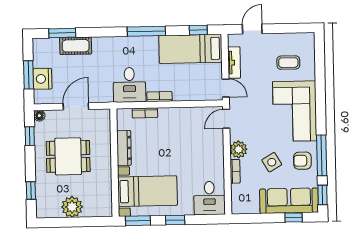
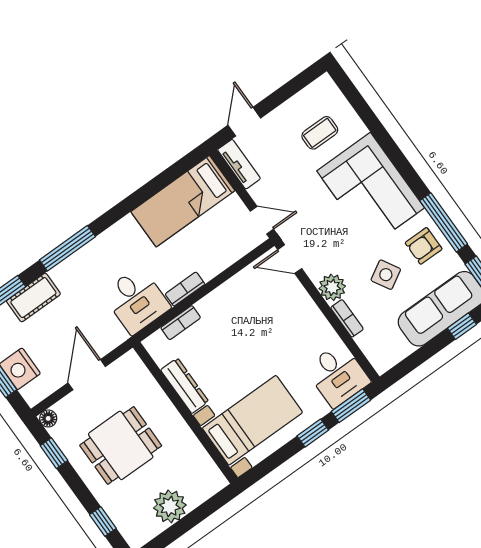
window: (198, 30) -> (176, 170), removed
window: (146, 31) -> (67, 248), moved
tv unit: (234, 63) -> (239, 164), moved
door: (226, 119) -> (290, 259), hinge flipped
window: (138, 221) -> (351, 406), moved

